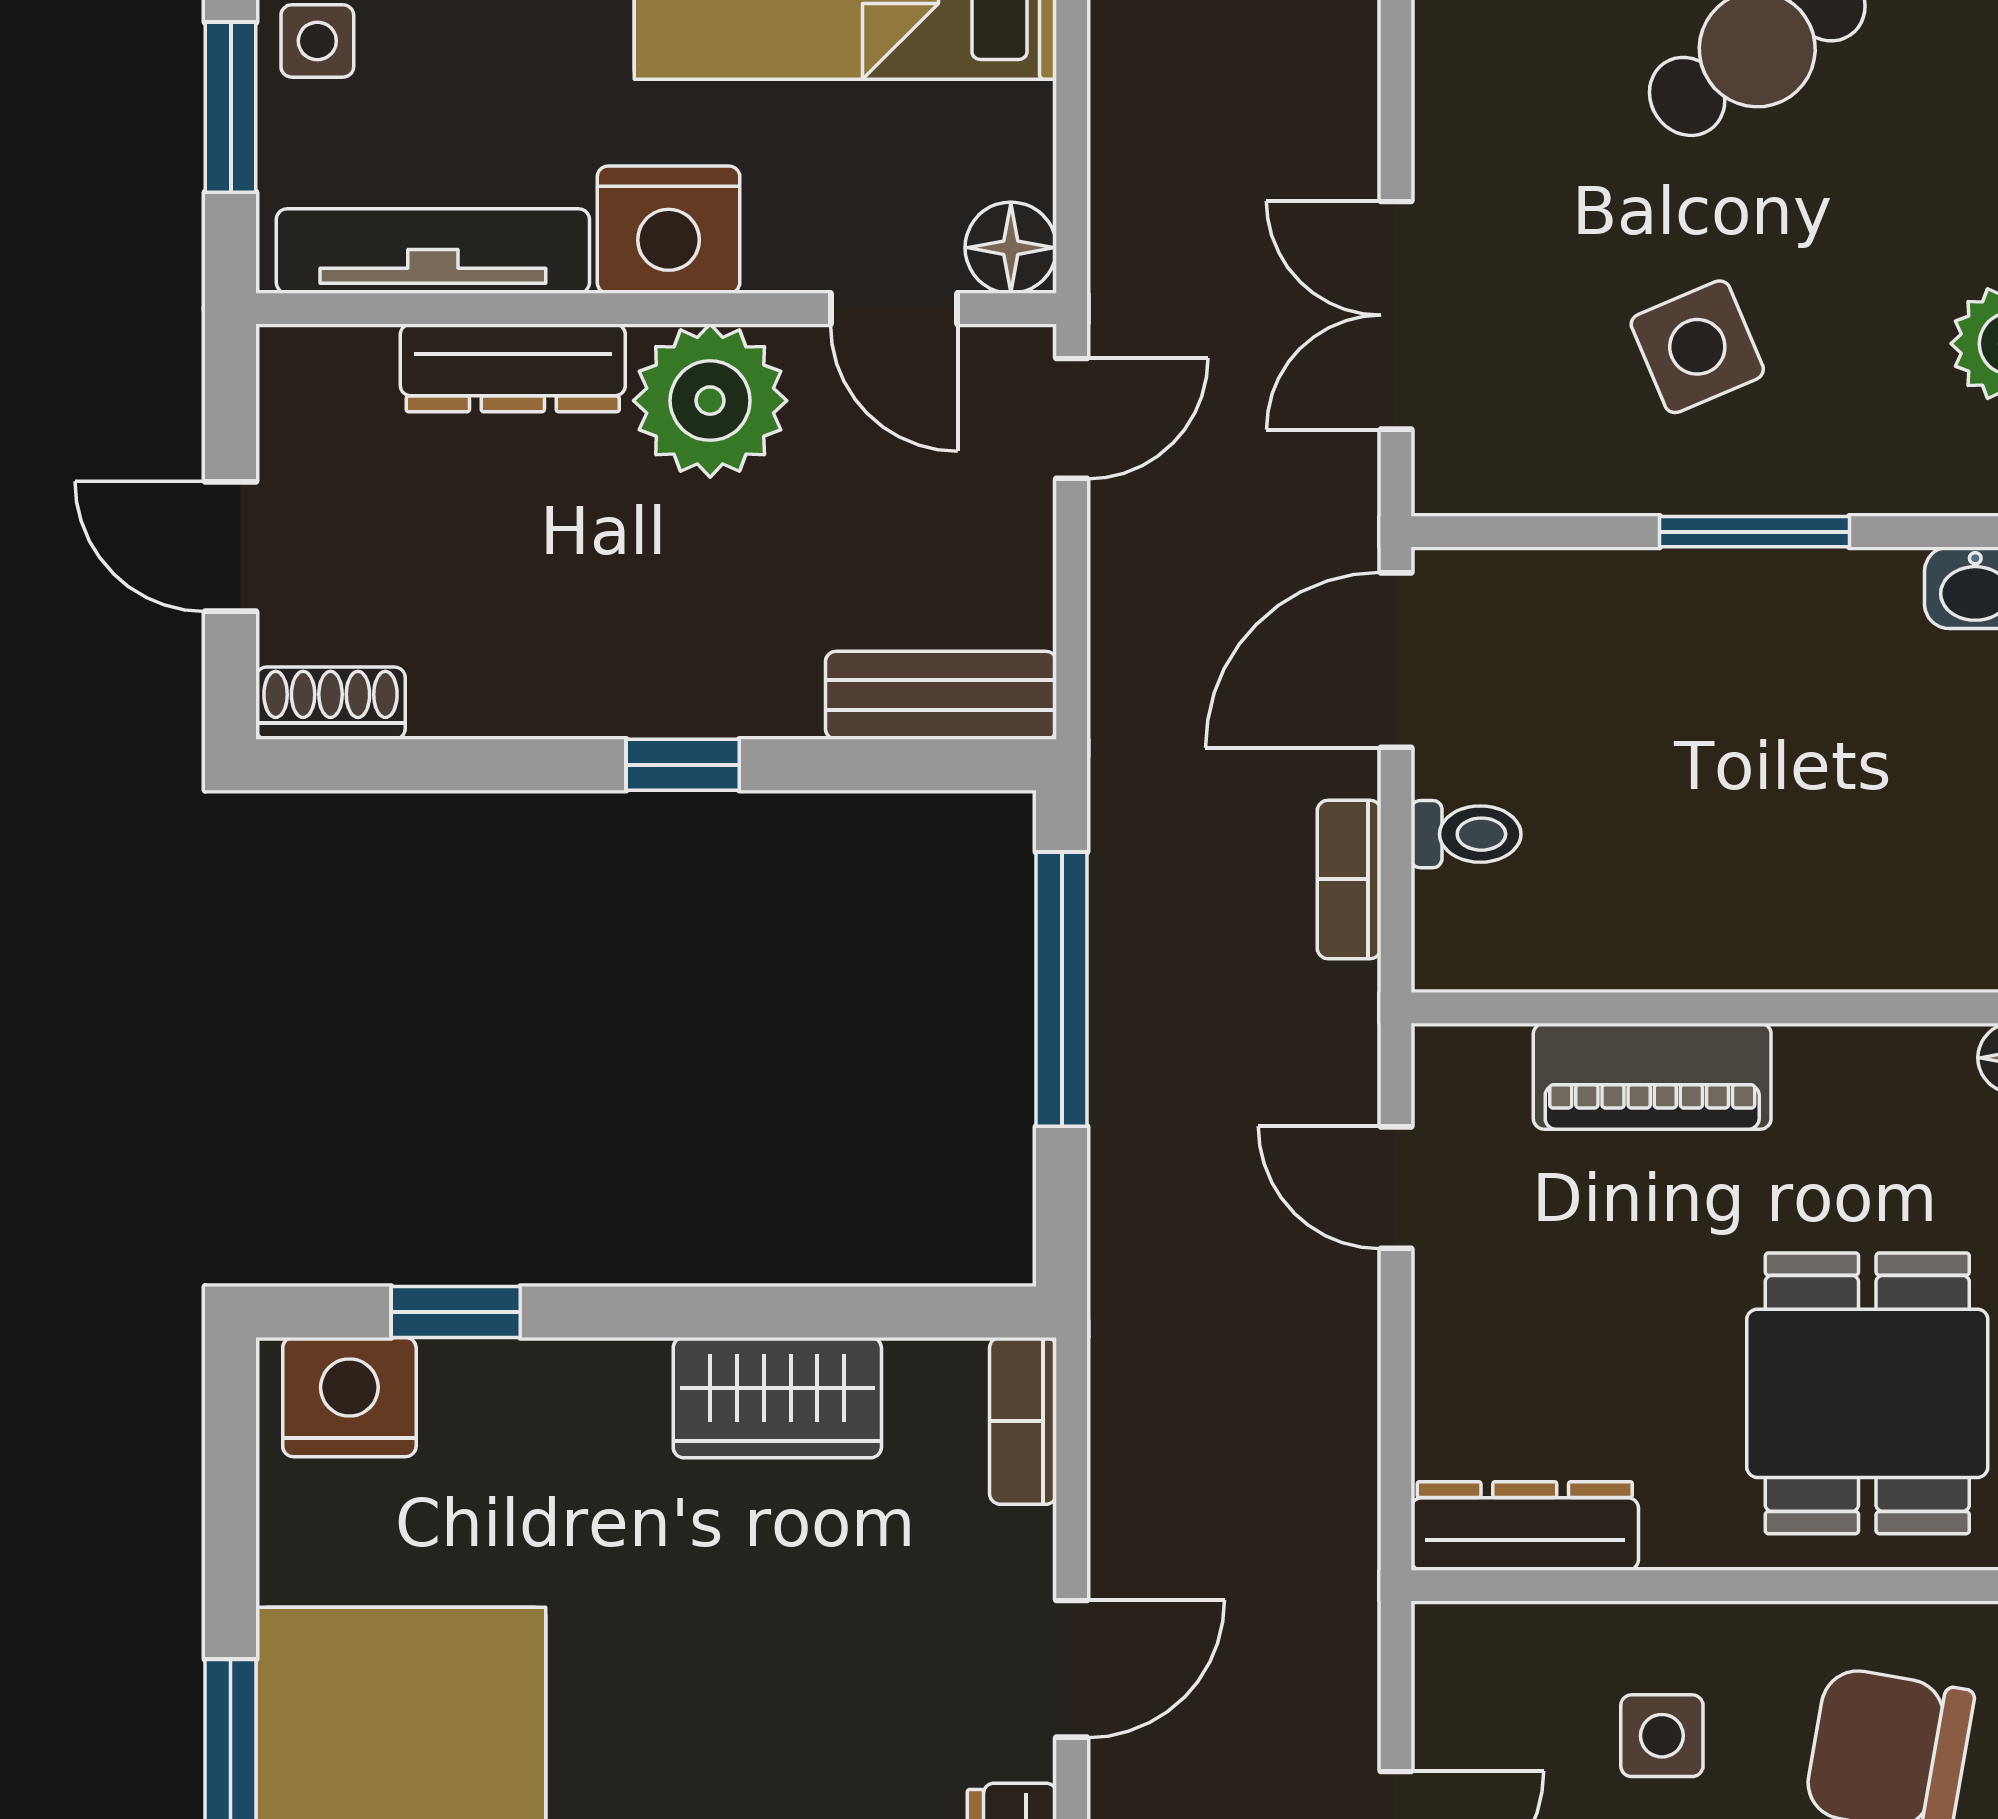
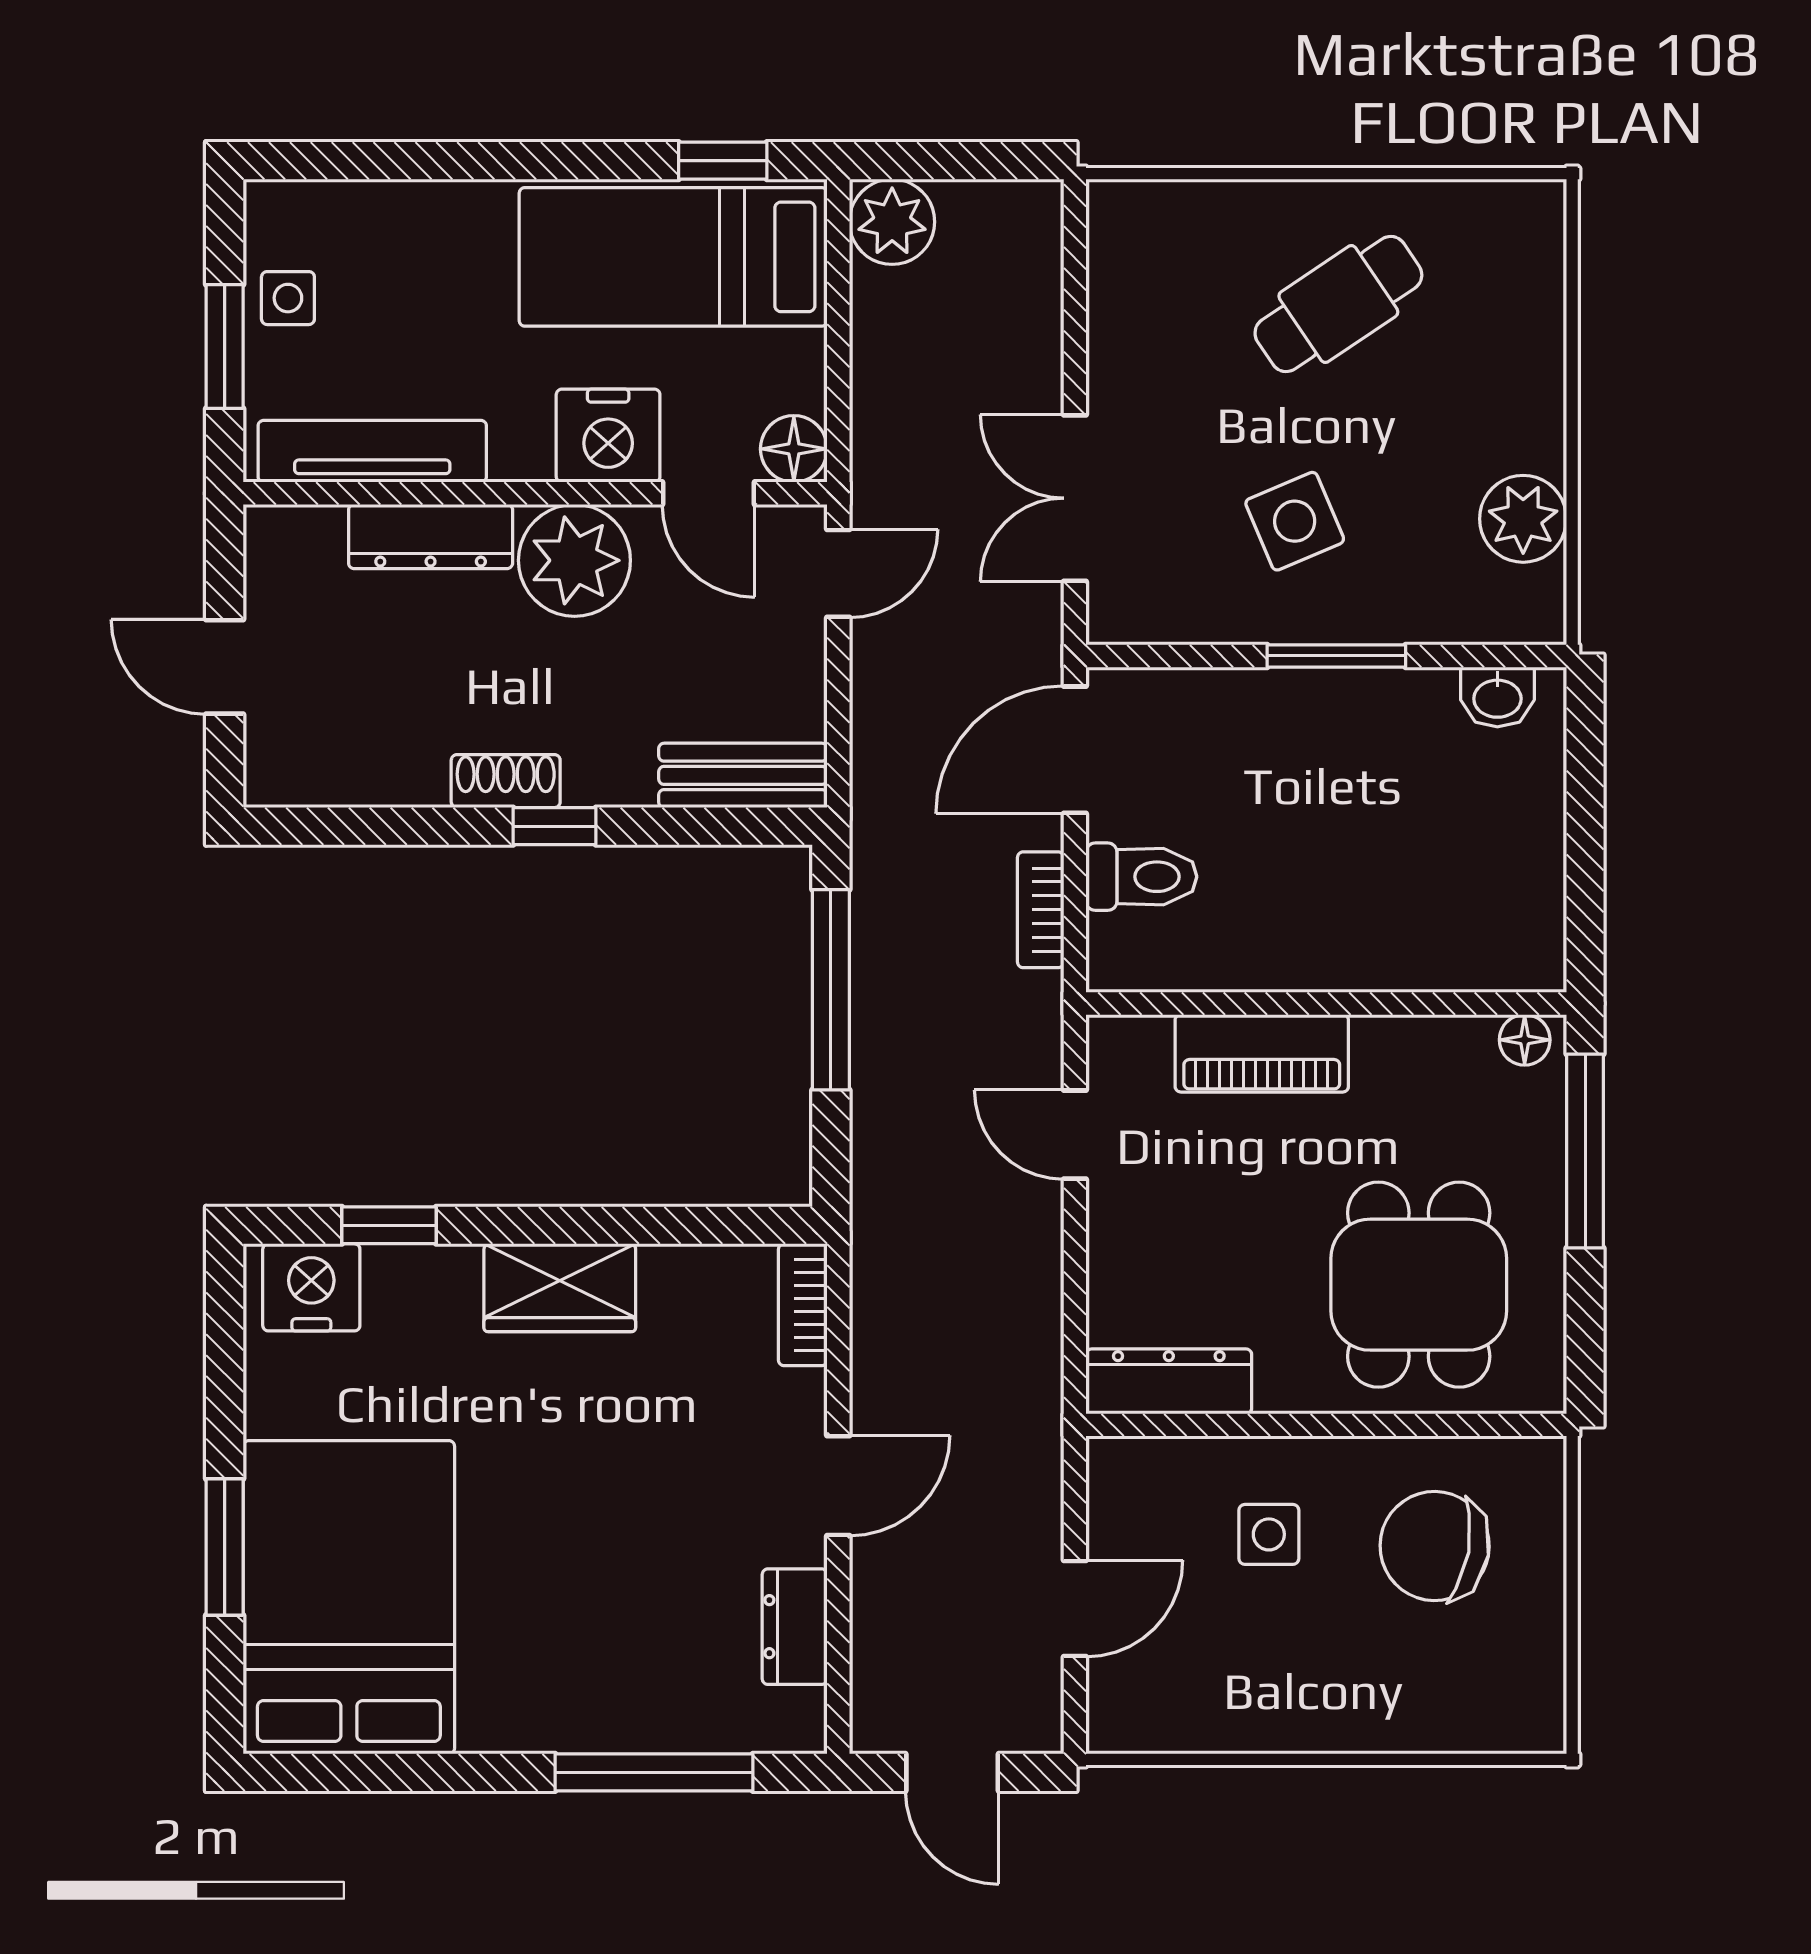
nightstand: (669, 230) -> (608, 436), moved
shoe rack: (330, 703) -> (506, 781), moved
toilet: (1466, 834) -> (1141, 877), width x1.37, depth x1.39
wardrobe: (777, 1398) -> (560, 1288), moved

